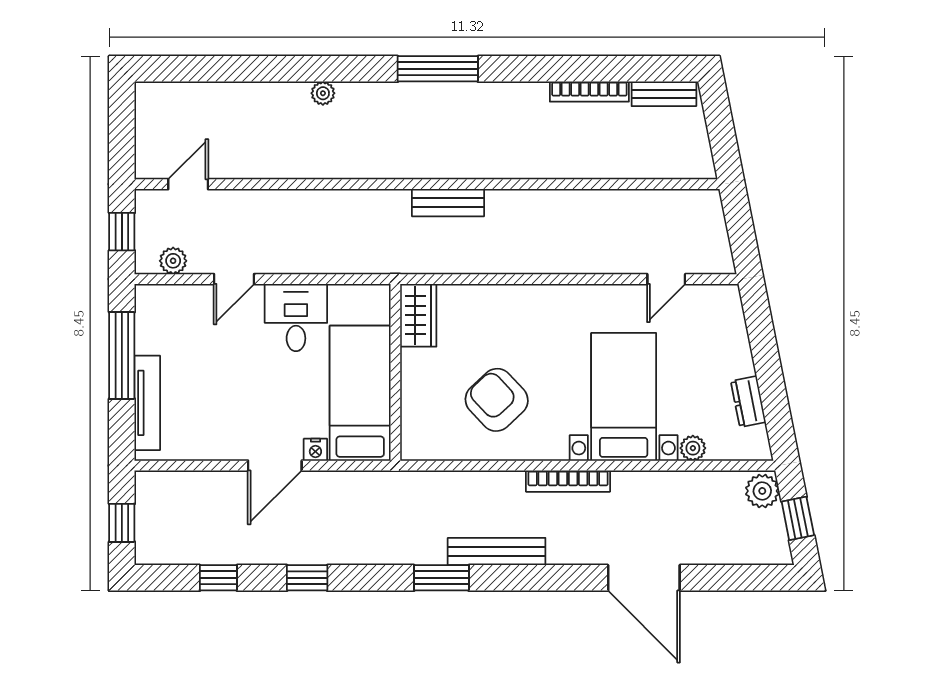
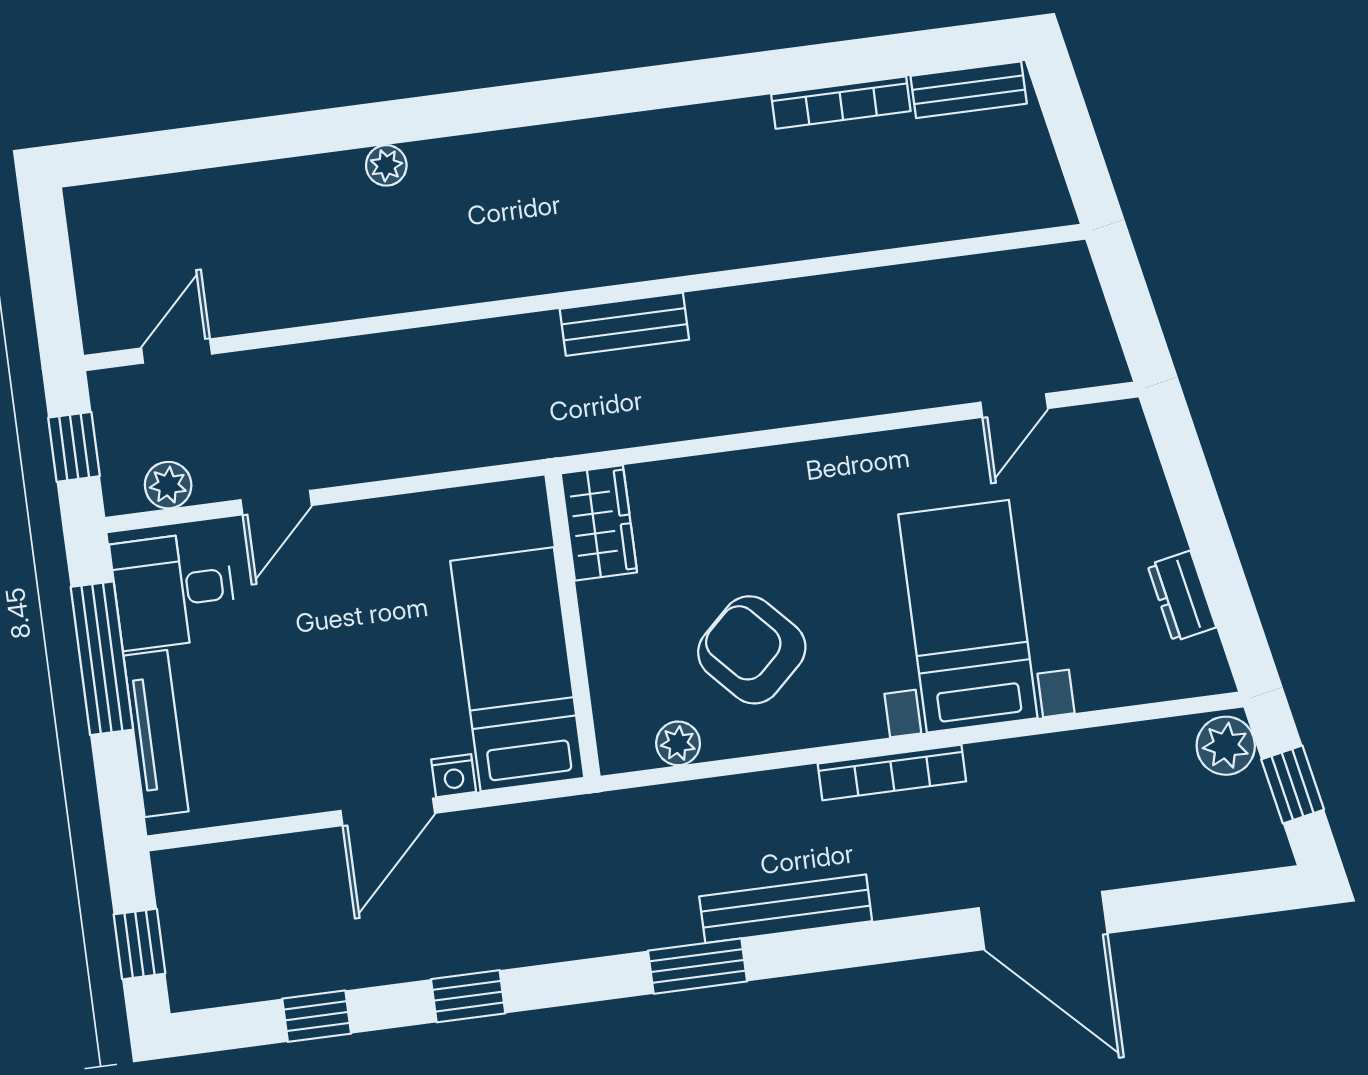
window: (438, 69) -> (577, 98), removed
desk: (296, 318) -> (173, 590), moved, turned -90
plant: (693, 448) -> (678, 743), moved

